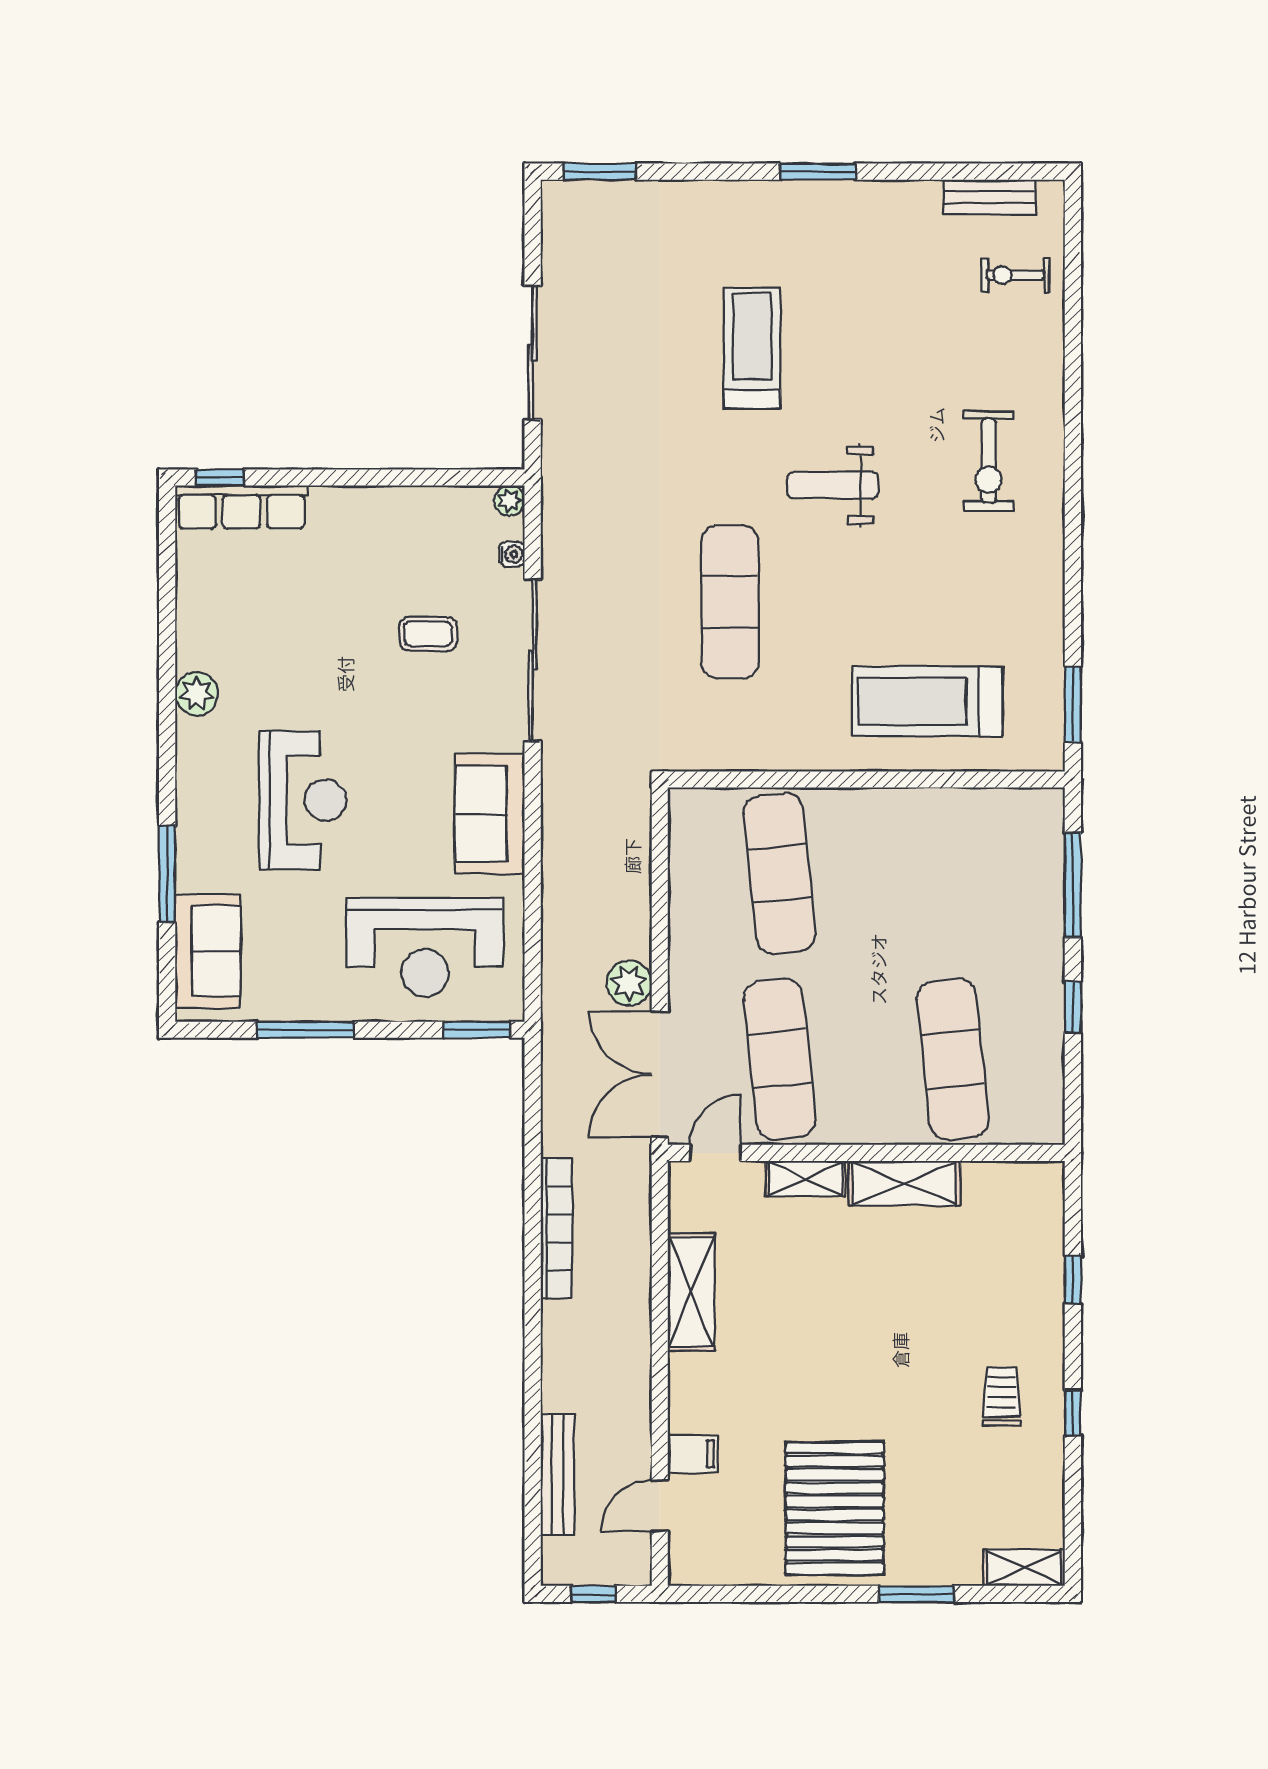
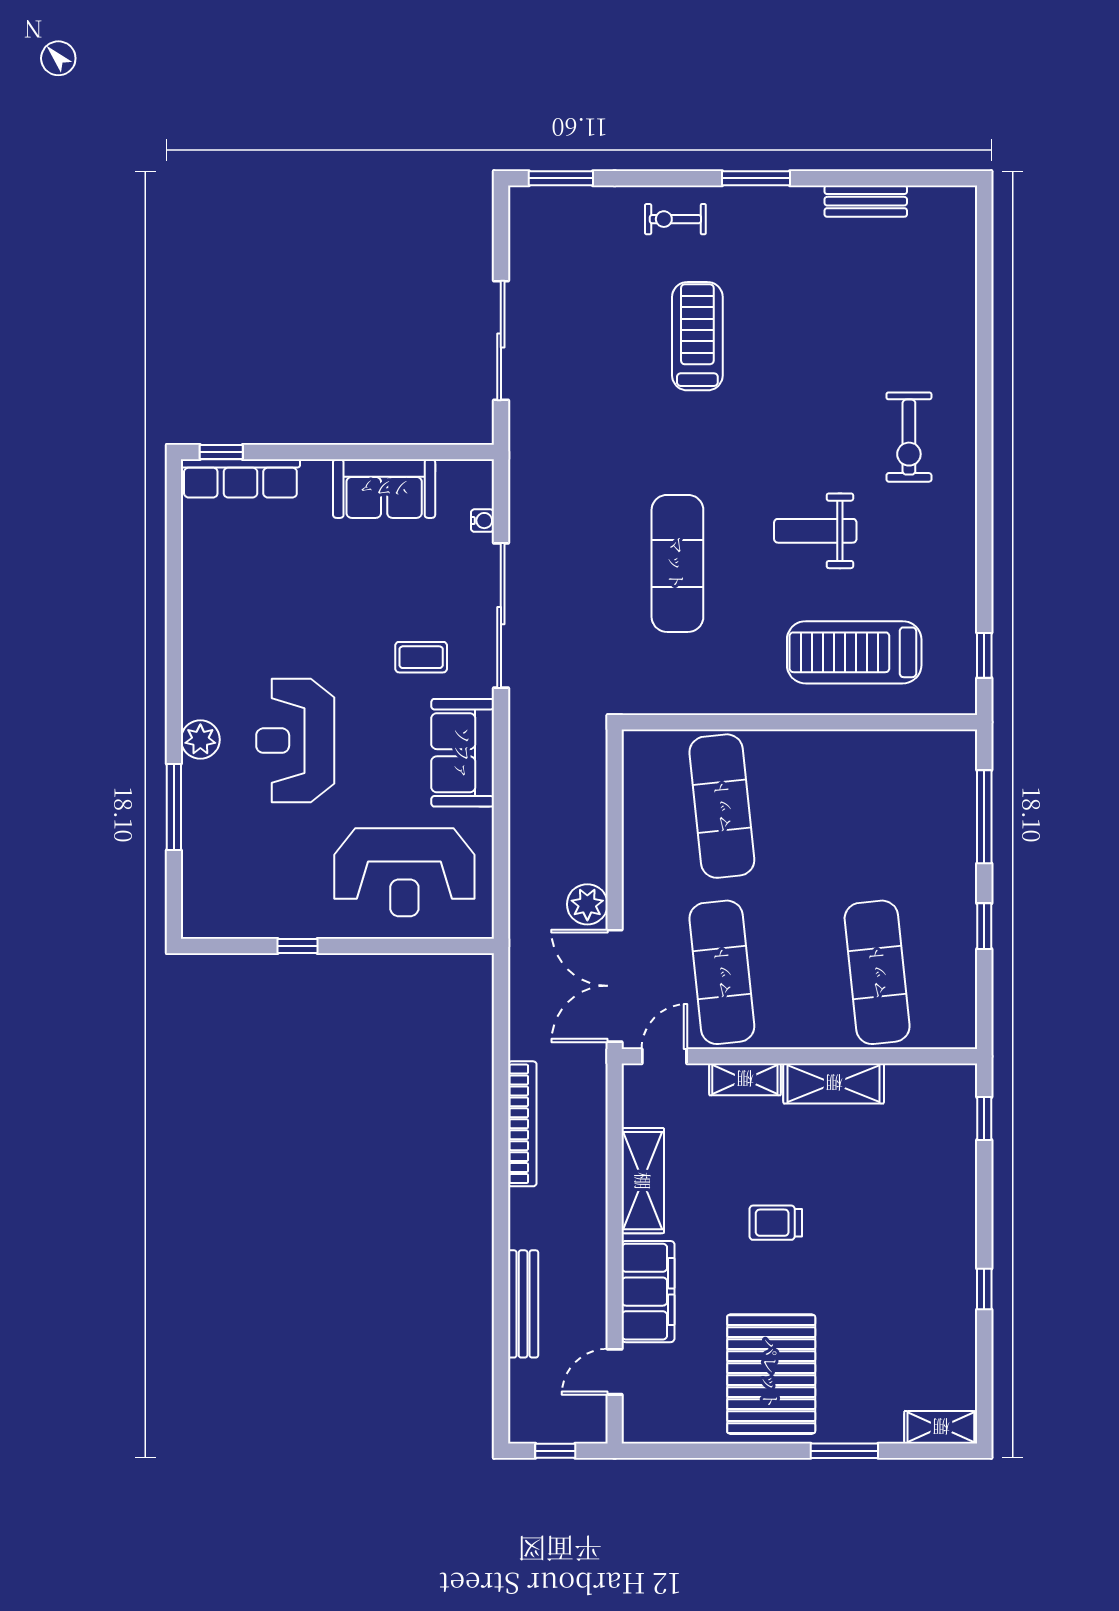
bench: (989, 197) -> (866, 201), moved
exercise bike: (1015, 275) -> (675, 219), moved
weight bench: (833, 485) -> (815, 531), moved
plant: (510, 501) -> (480, 473), removed
coffee table: (428, 634) -> (421, 657), moved
plant: (197, 694) -> (200, 740), moved
window: (1073, 705) -> (984, 655), width x0.67
reception desk: (303, 800) -> (295, 741), turned 180
sofa: (208, 951) -> (384, 489), moved, turned 90
window: (305, 1030) -> (297, 946), width x0.46
window: (477, 1030) -> (451, 946), removed
window: (1073, 1280) -> (984, 1119), moved
trolley: (1001, 1396) -> (776, 1223), moved, turned -90
filing cabinet: (693, 1454) -> (648, 1292), width x3.00, depth x1.17
bench: (557, 1474) -> (523, 1304), moved

